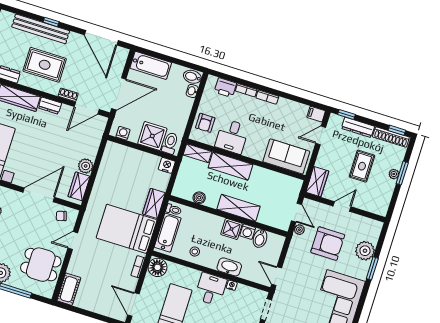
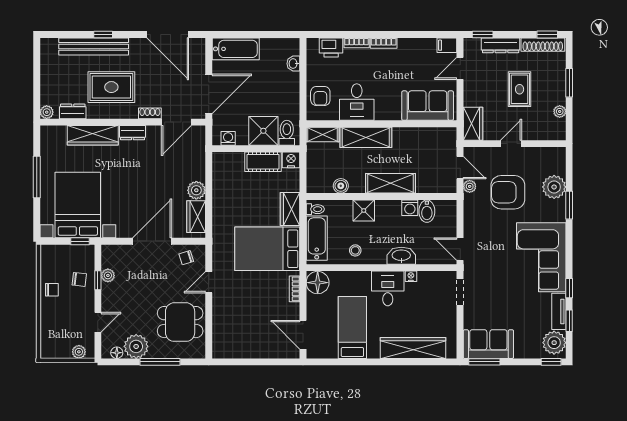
bidet: (192, 77) -> (289, 47), removed
plant: (394, 174) -> (560, 111), moved
shower: (232, 229) -> (364, 210), moved
armchair: (328, 244) -> (508, 192), turned 180
cot: (69, 289) -> (263, 162), moved, turned 90

